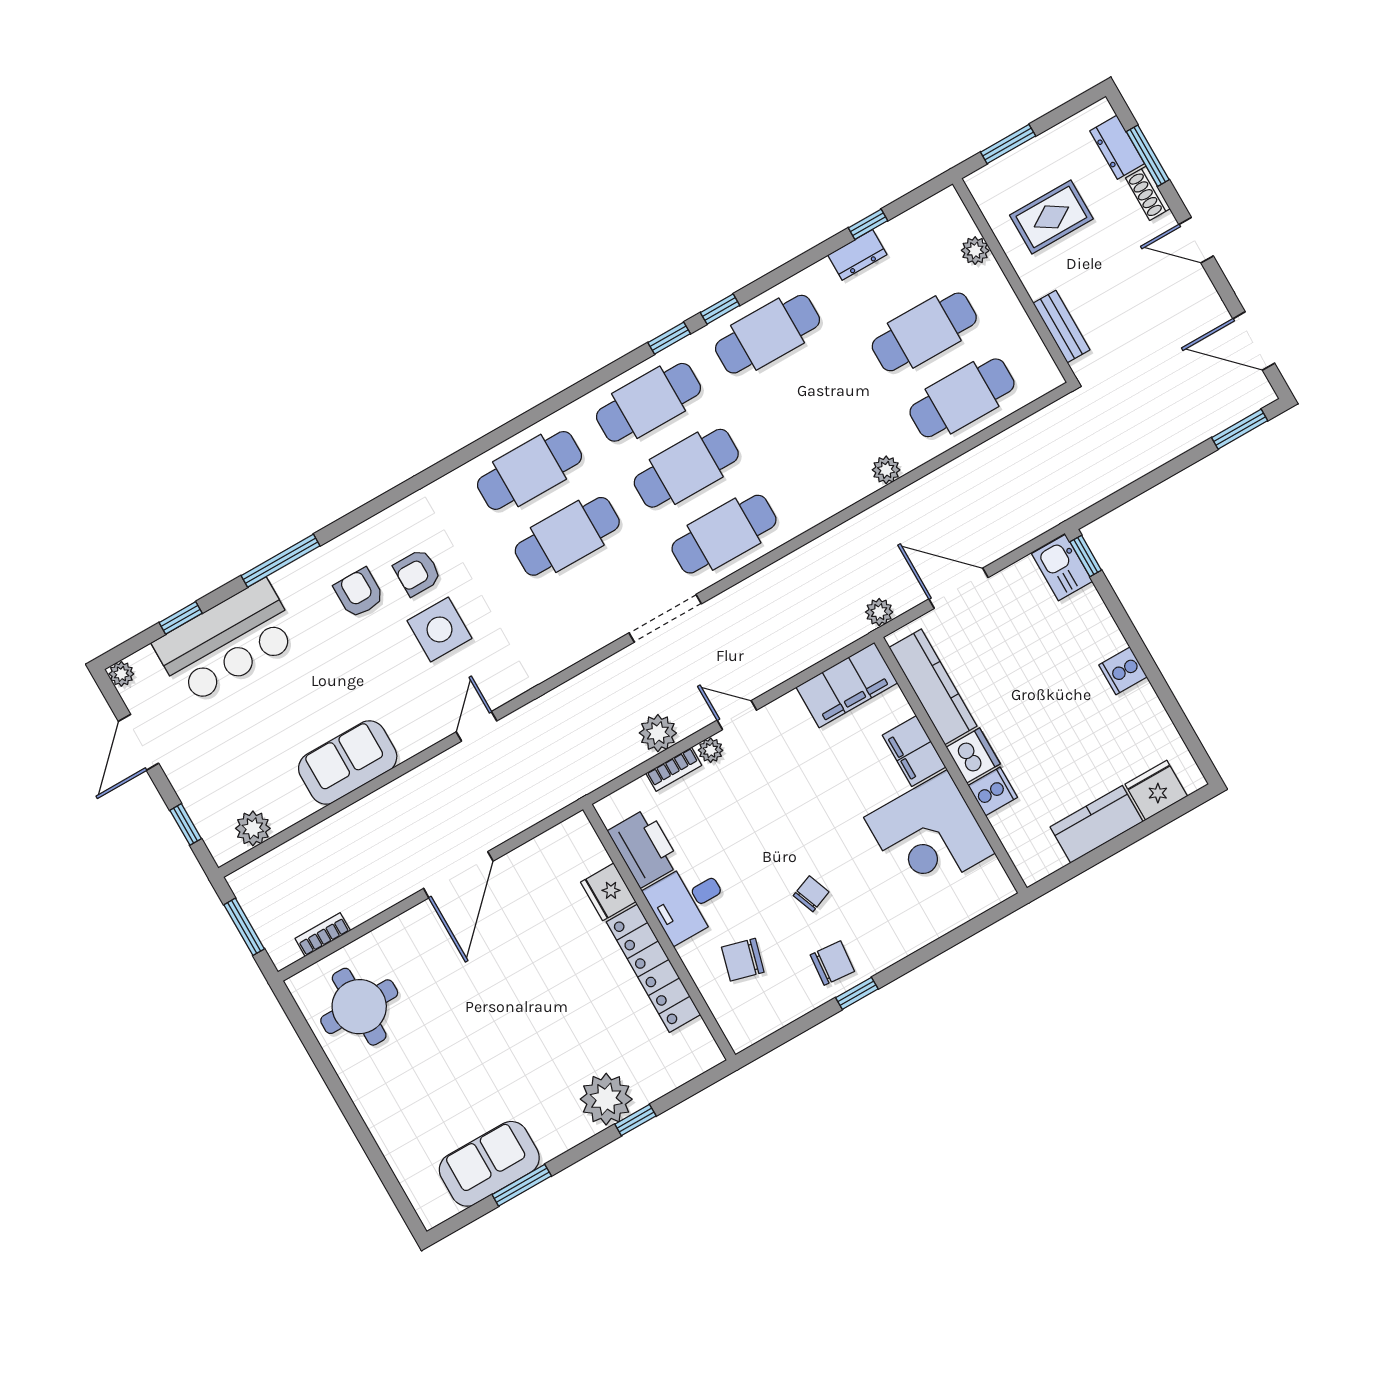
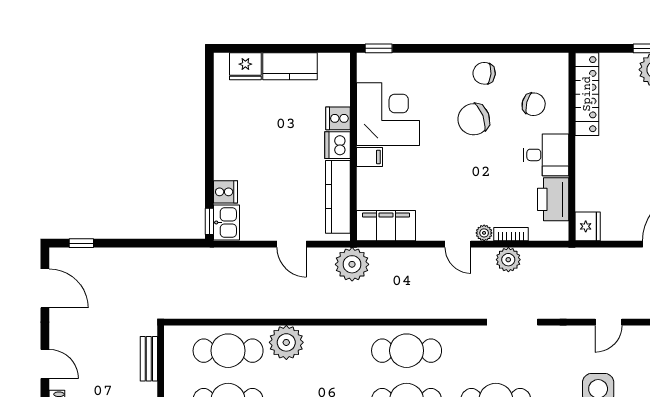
window: (1240, 429) -> (81, 243), width x0.67
plant: (886, 470) -> (286, 342), width x1.87, depth x1.87
door: (958, 588) -> (292, 244), width x0.73
plant: (879, 612) -> (352, 264), width x1.88, depth x1.88
doorway: (665, 618) -> (512, 322), moved
cooker: (1123, 671) -> (225, 192), moved
filing cabinet: (914, 751) -> (369, 157), width x0.50
fridge: (608, 892) -> (588, 226), moved
chair: (811, 894) -> (474, 119), width x1.87, depth x1.87
locker: (653, 968) -> (587, 94), moved
window: (857, 993) -> (379, 48), moved

